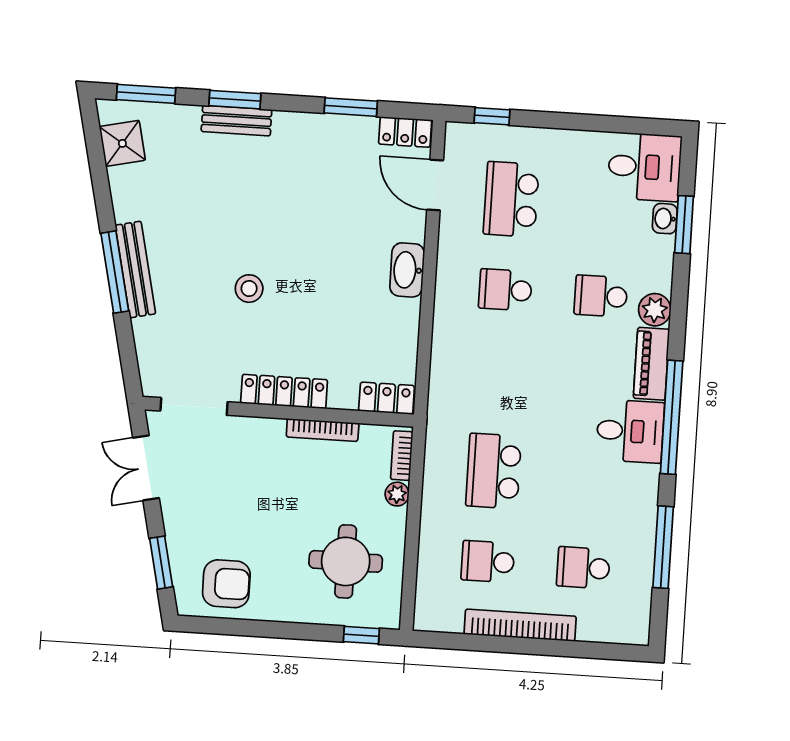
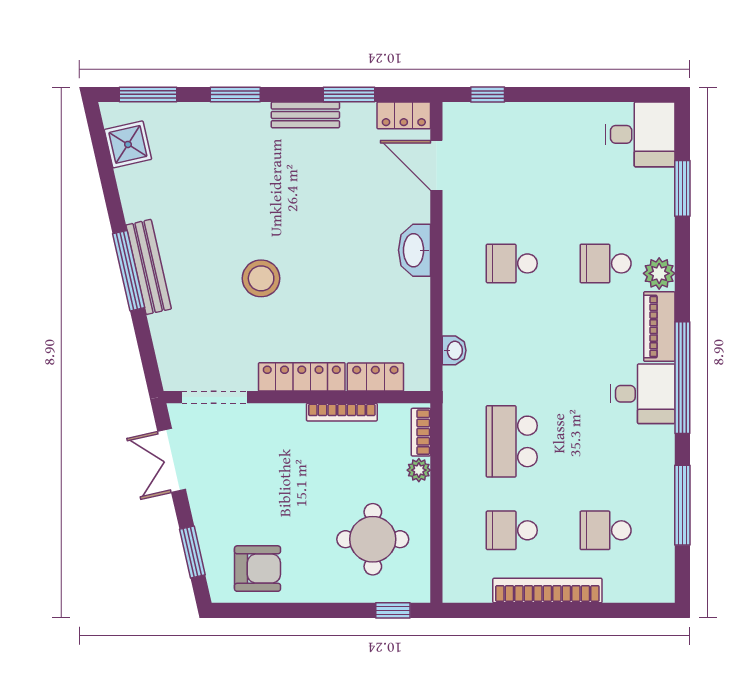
bench: (236, 121) -> (305, 115), moved
school desk: (511, 199) -> (512, 175), removed
washbasin: (665, 219) -> (454, 350), moved, turned 180
stool: (249, 289) -> (261, 278), width x1.38, depth x1.38
locker: (387, 398) -> (375, 377), moved

